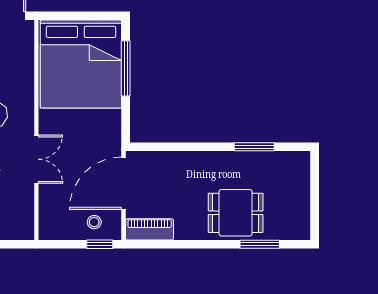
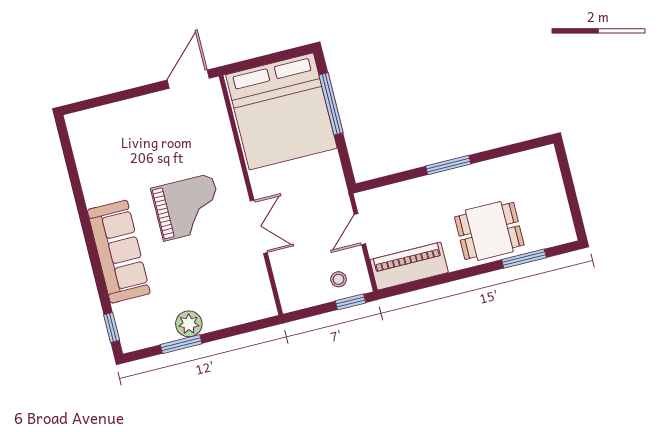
window: (254, 147) -> (448, 165), moved
door: (124, 183) -> (360, 229), width x0.53
piano: (150, 229) -> (409, 266), width x1.37, depth x1.33

